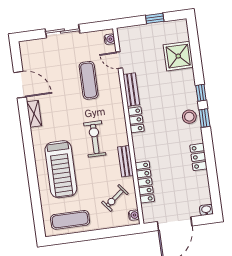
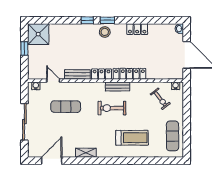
sliding door: (62, 31) -> (24, 122), width x1.37
shower: (178, 56) -> (38, 34), moved
door: (119, 60) -> (53, 81), swing flipped
door: (20, 85) -> (52, 161), moved
bench: (125, 161) -> (117, 86), moved
treadmill: (61, 169) -> (132, 138), width x0.73, depth x0.73
locker: (145, 182) -> (129, 74), moved

